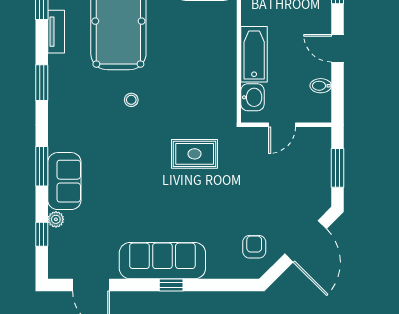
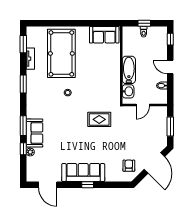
window: (42, 234) -> (23, 149), moved

